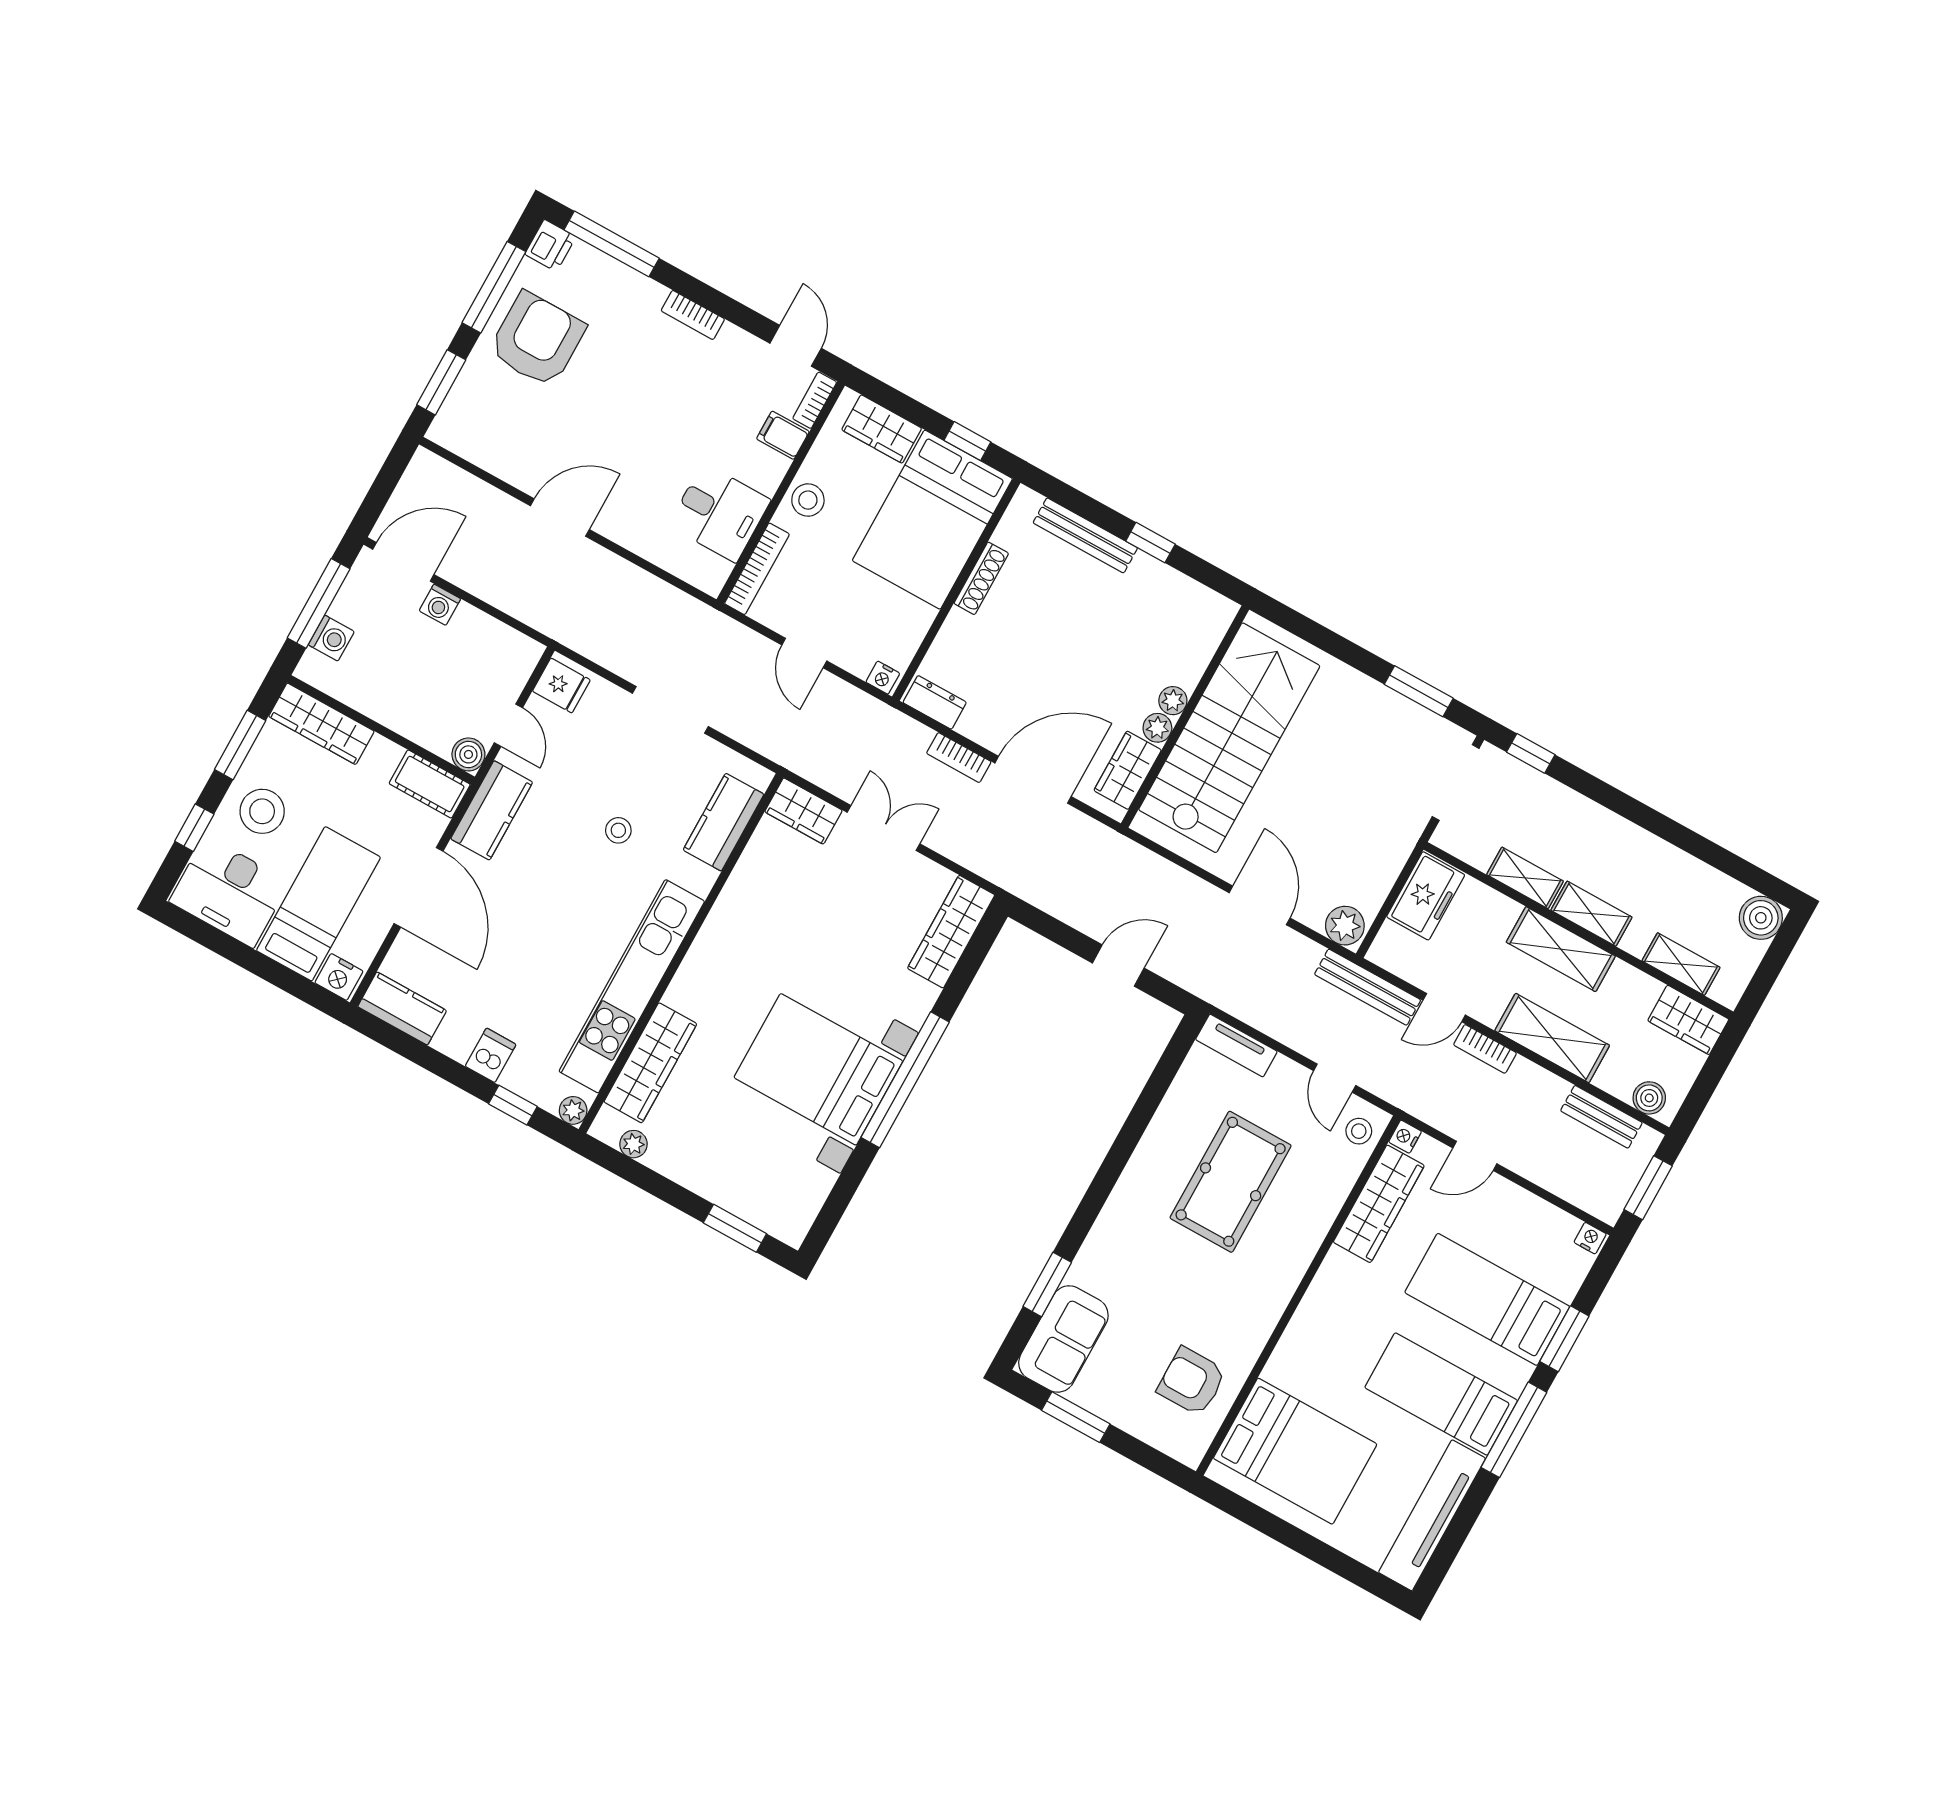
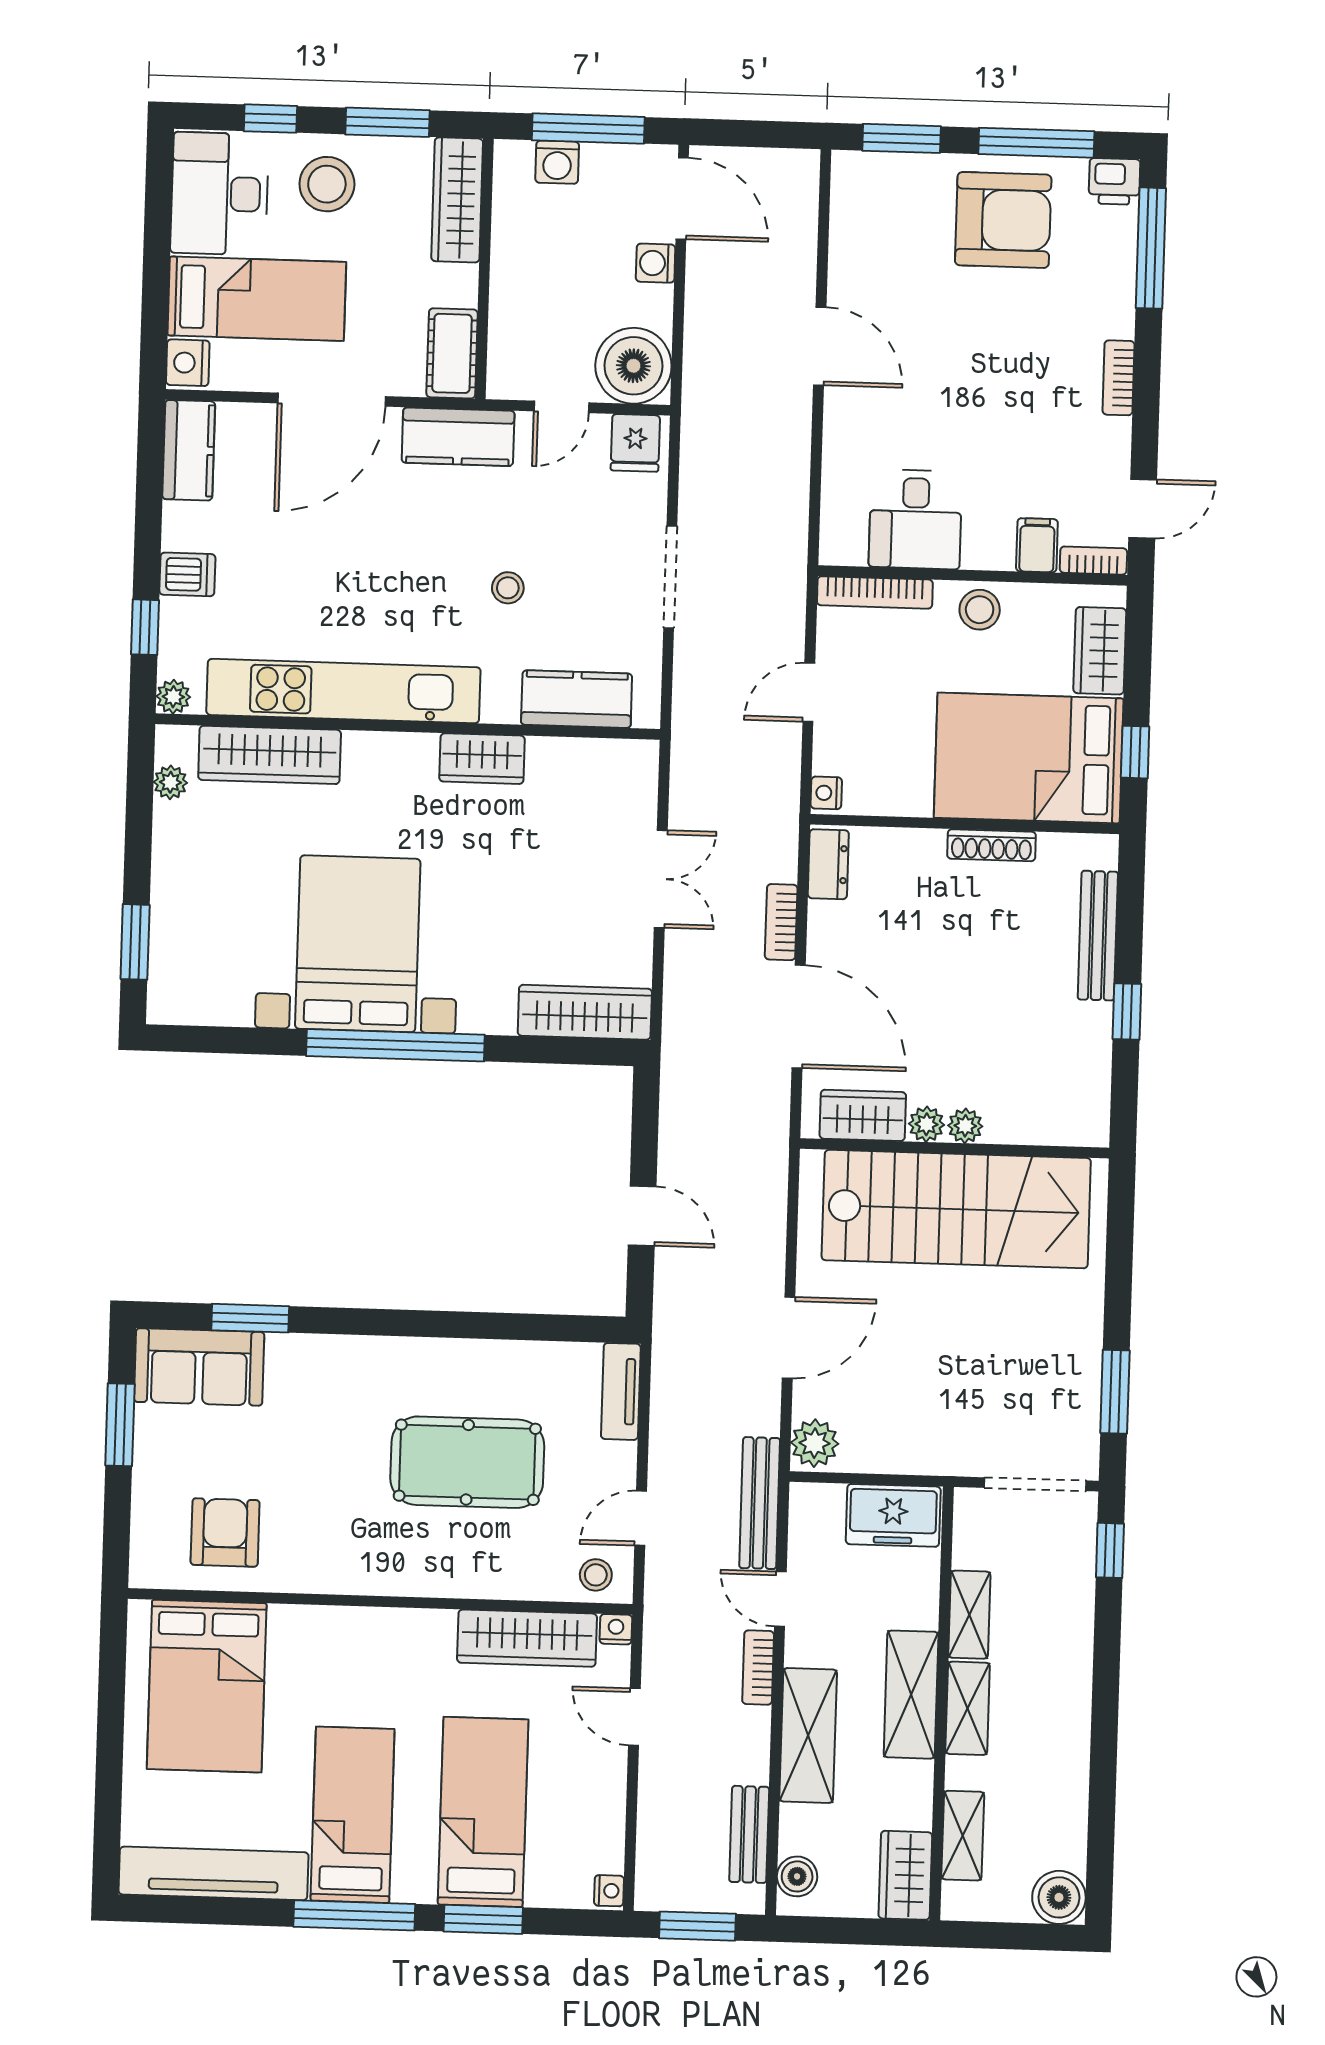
boiler: (468, 754) -> (633, 366), moved, width x1.86, depth x1.86
wardrobe: (803, 811) -> (482, 759), moved, turned -90

